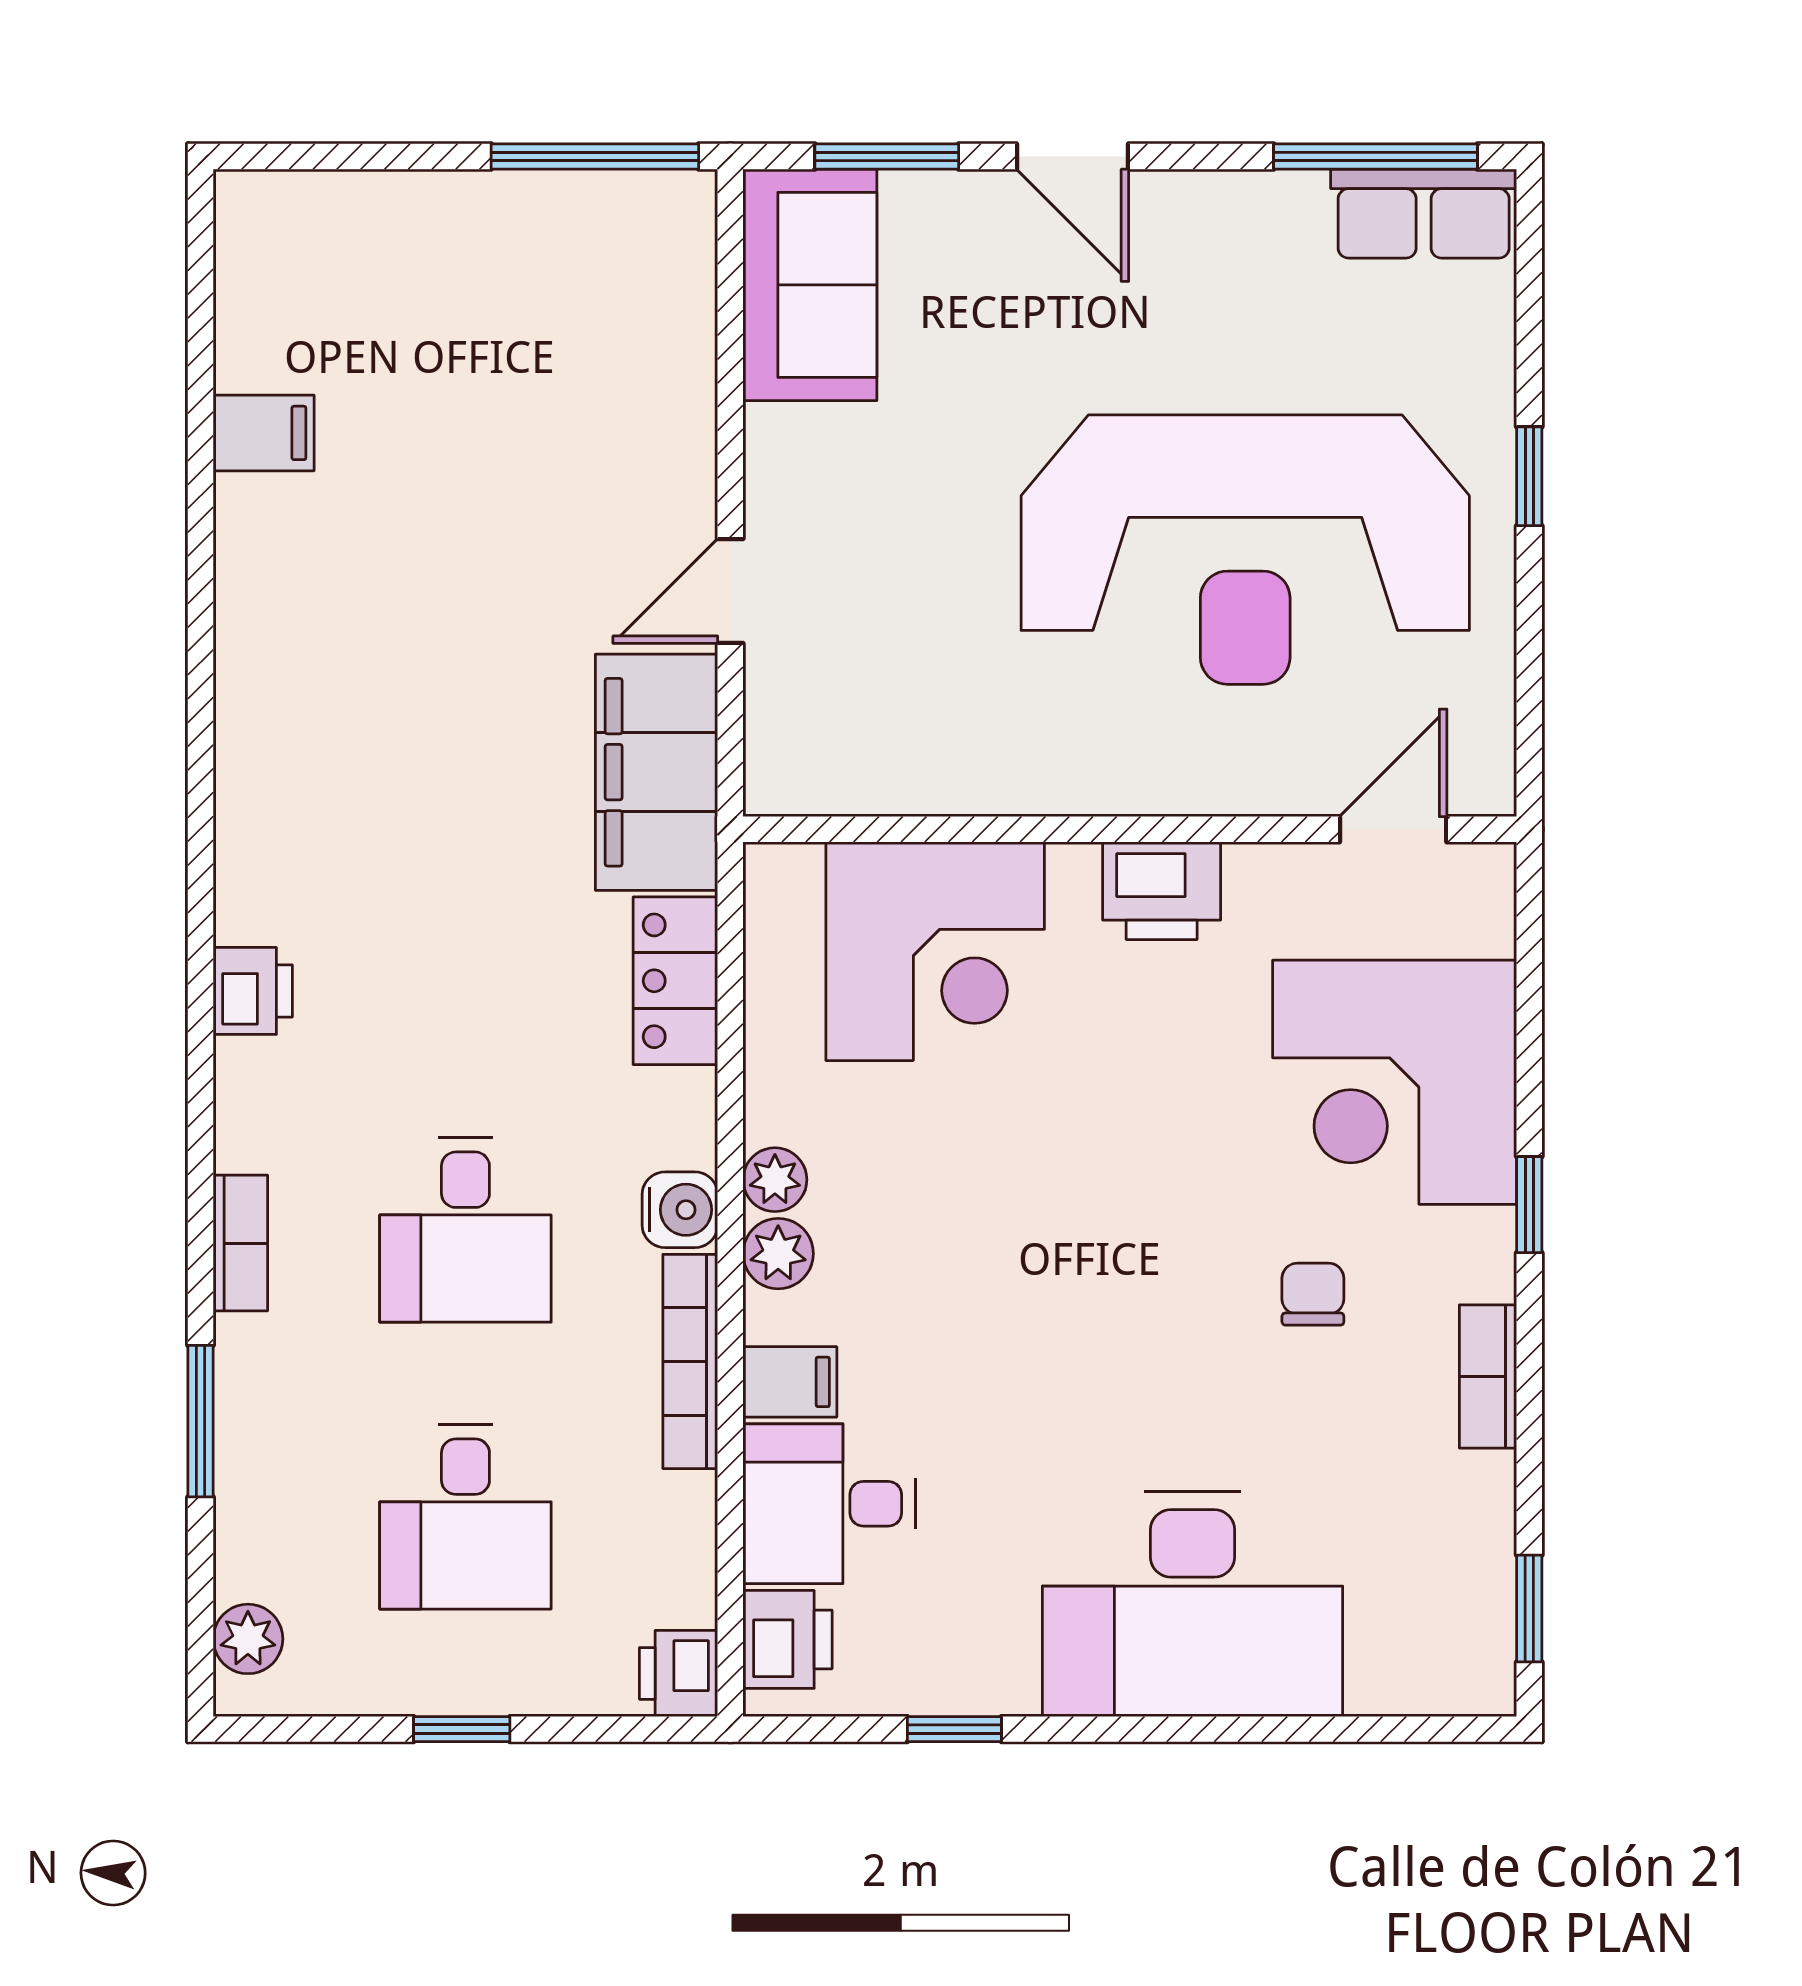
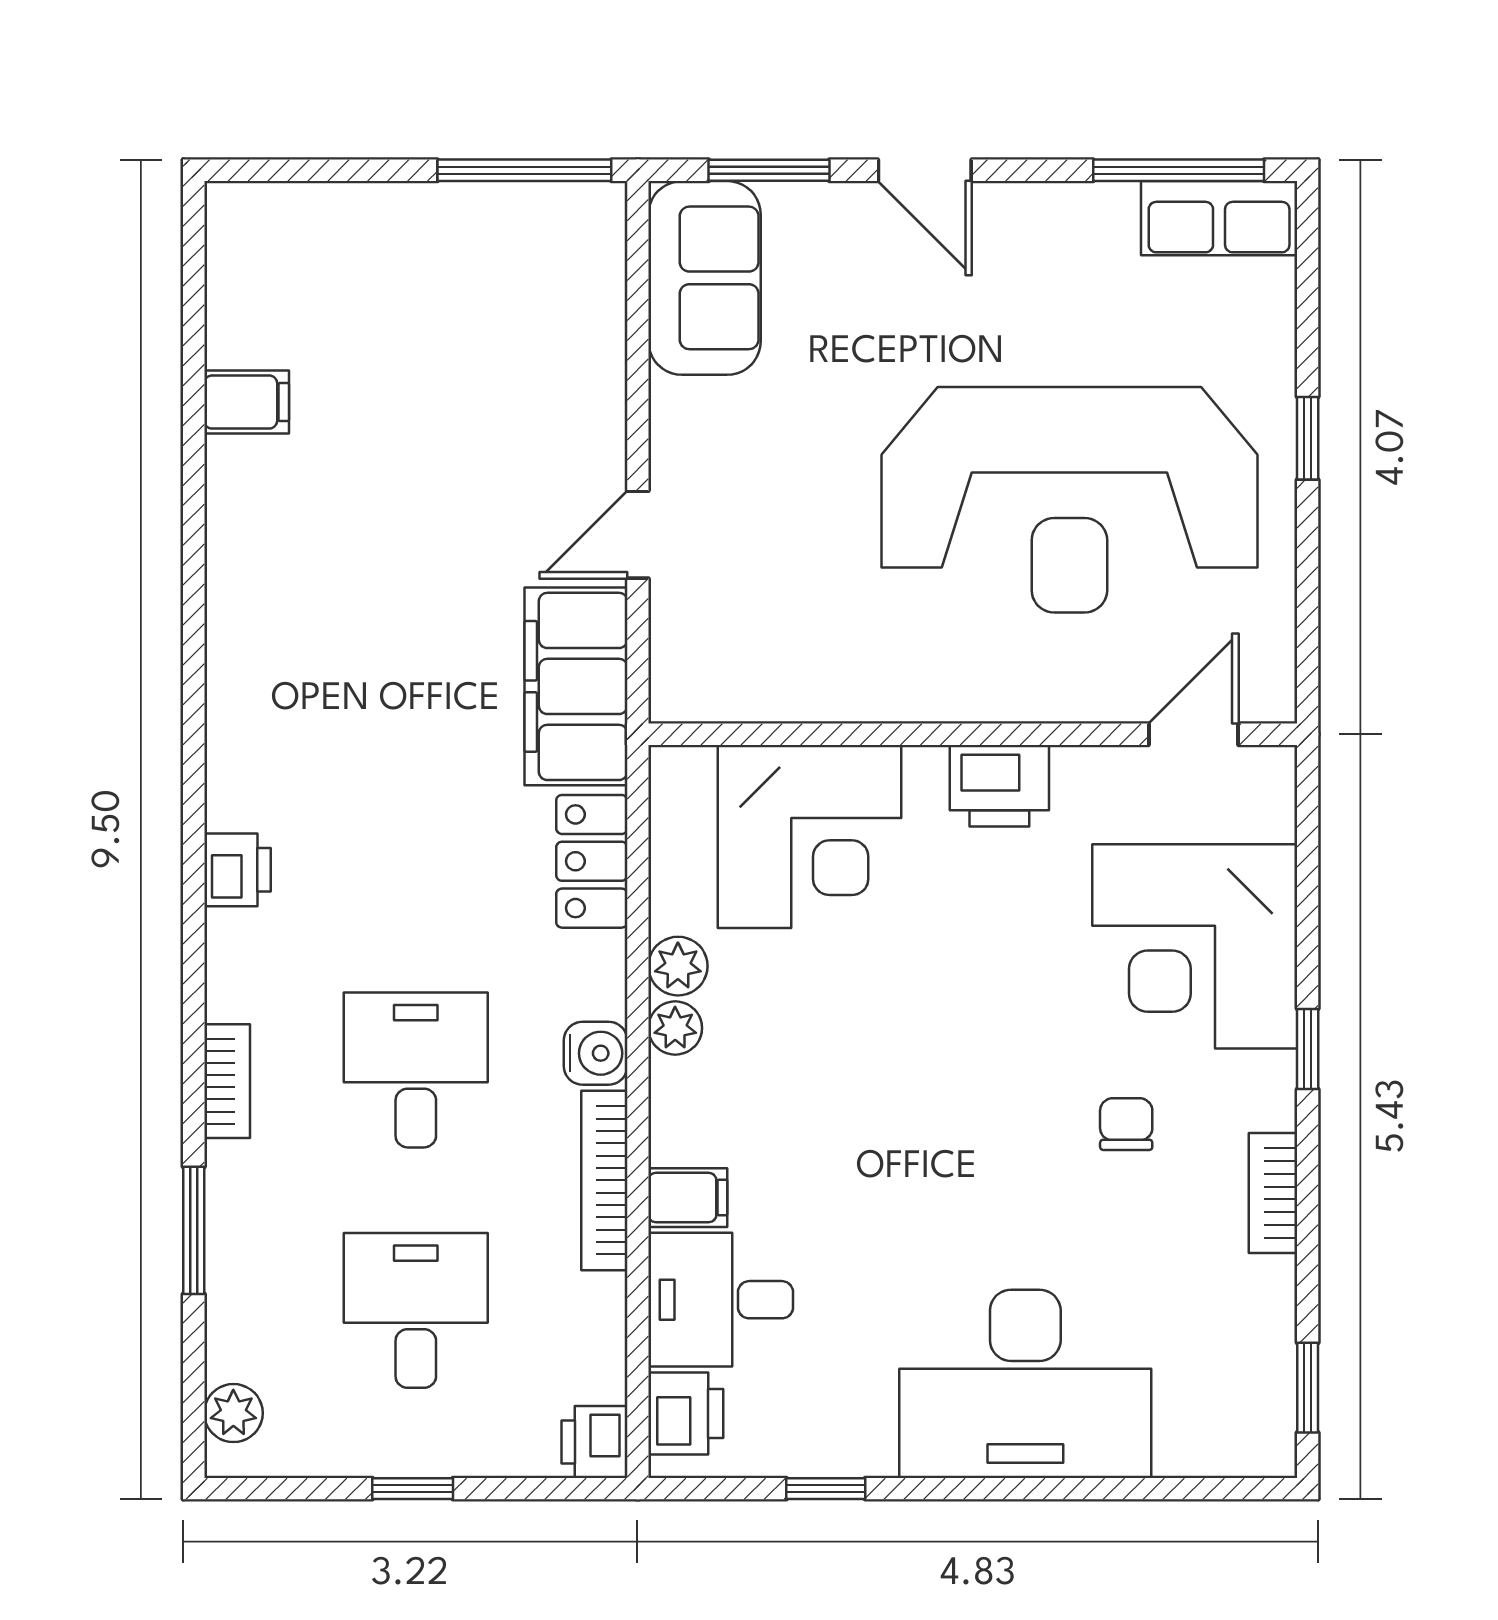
desk: (465, 1230) -> (416, 1070), turned 180
plant: (778, 1254) -> (678, 966), moved
desk: (465, 1517) -> (416, 1310), turned 180

